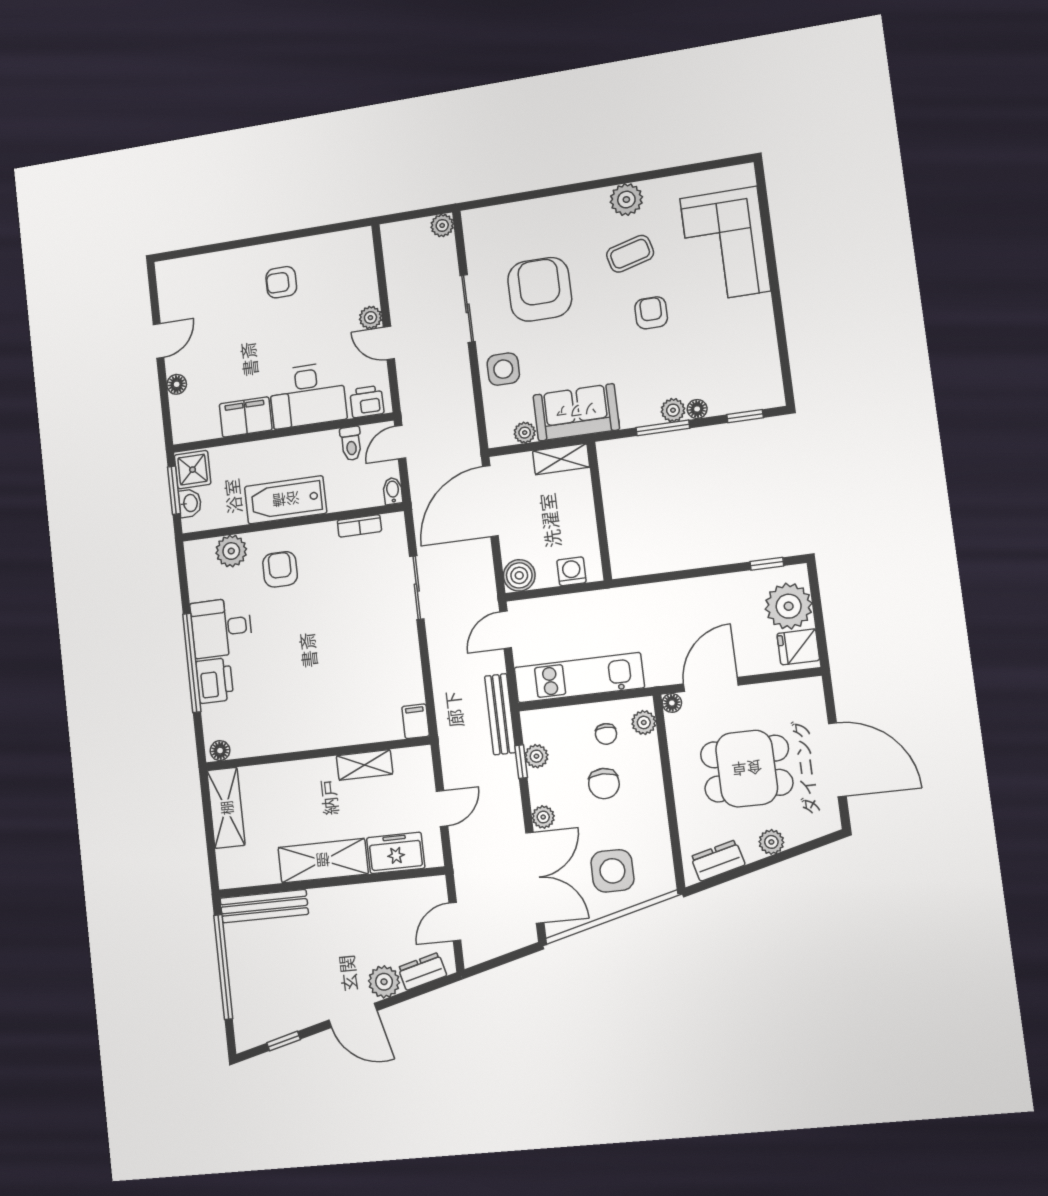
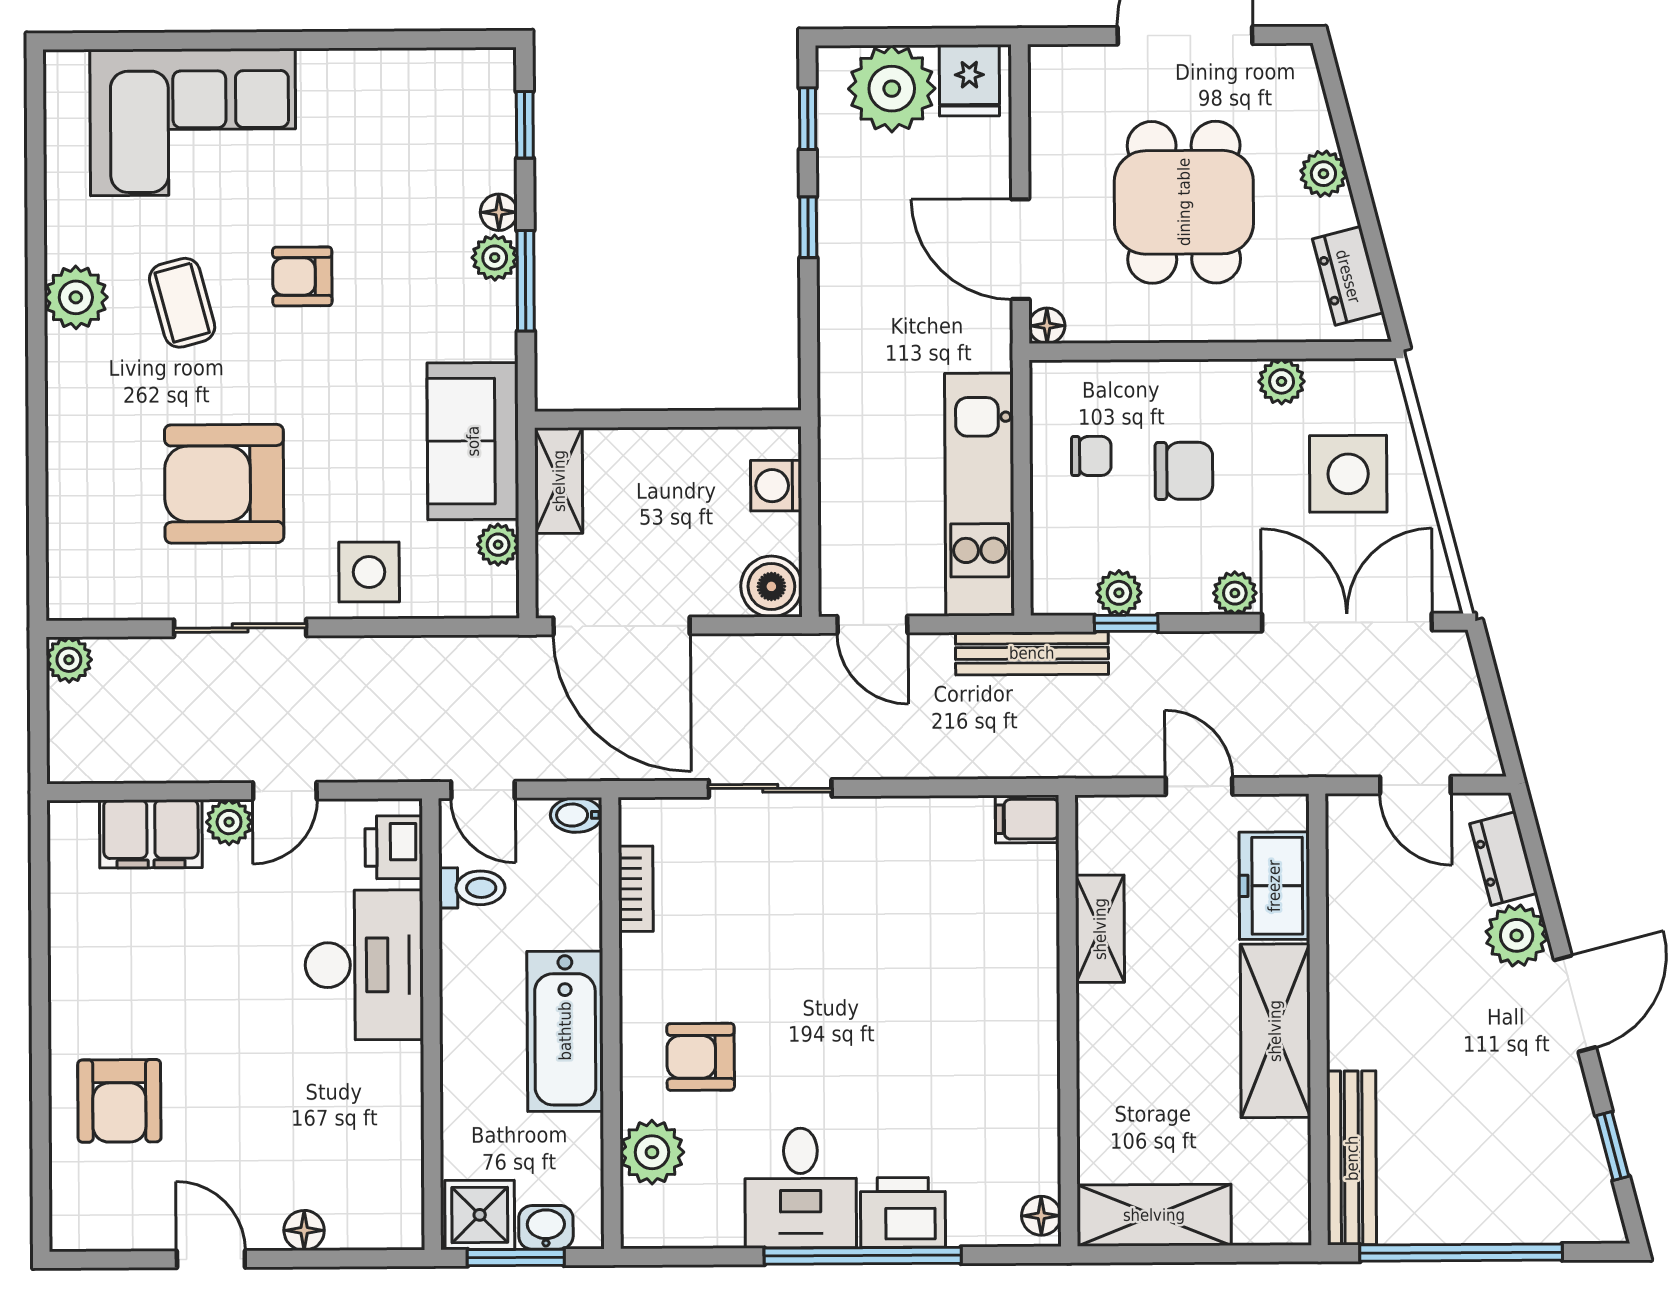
armchair: (281, 282) -> (119, 1101), moved, width x1.38, depth x1.38
filing cabinet: (246, 417) -> (151, 834), moved, turned -90
window: (709, 571) -> (808, 227), added
plant: (644, 722) -> (1282, 381), moved

